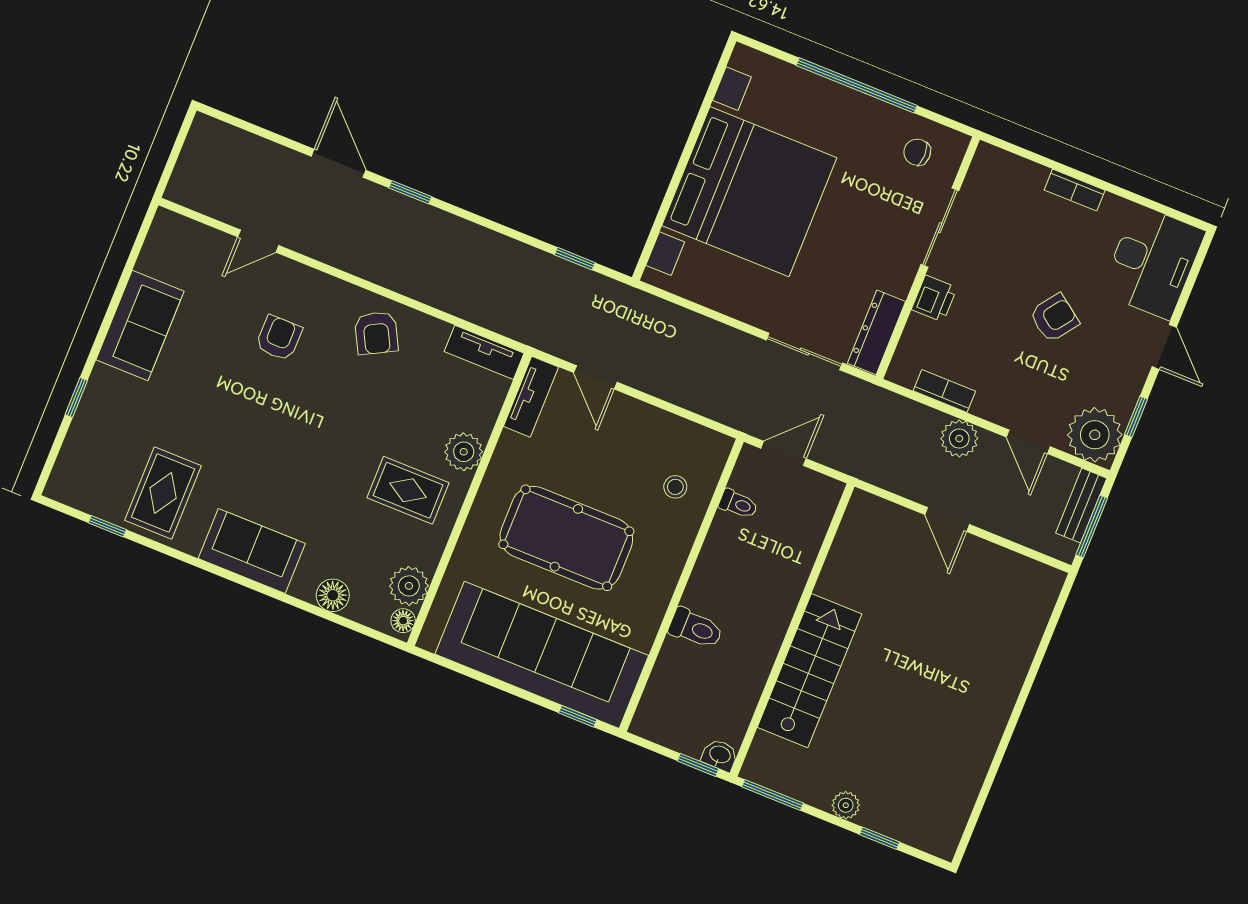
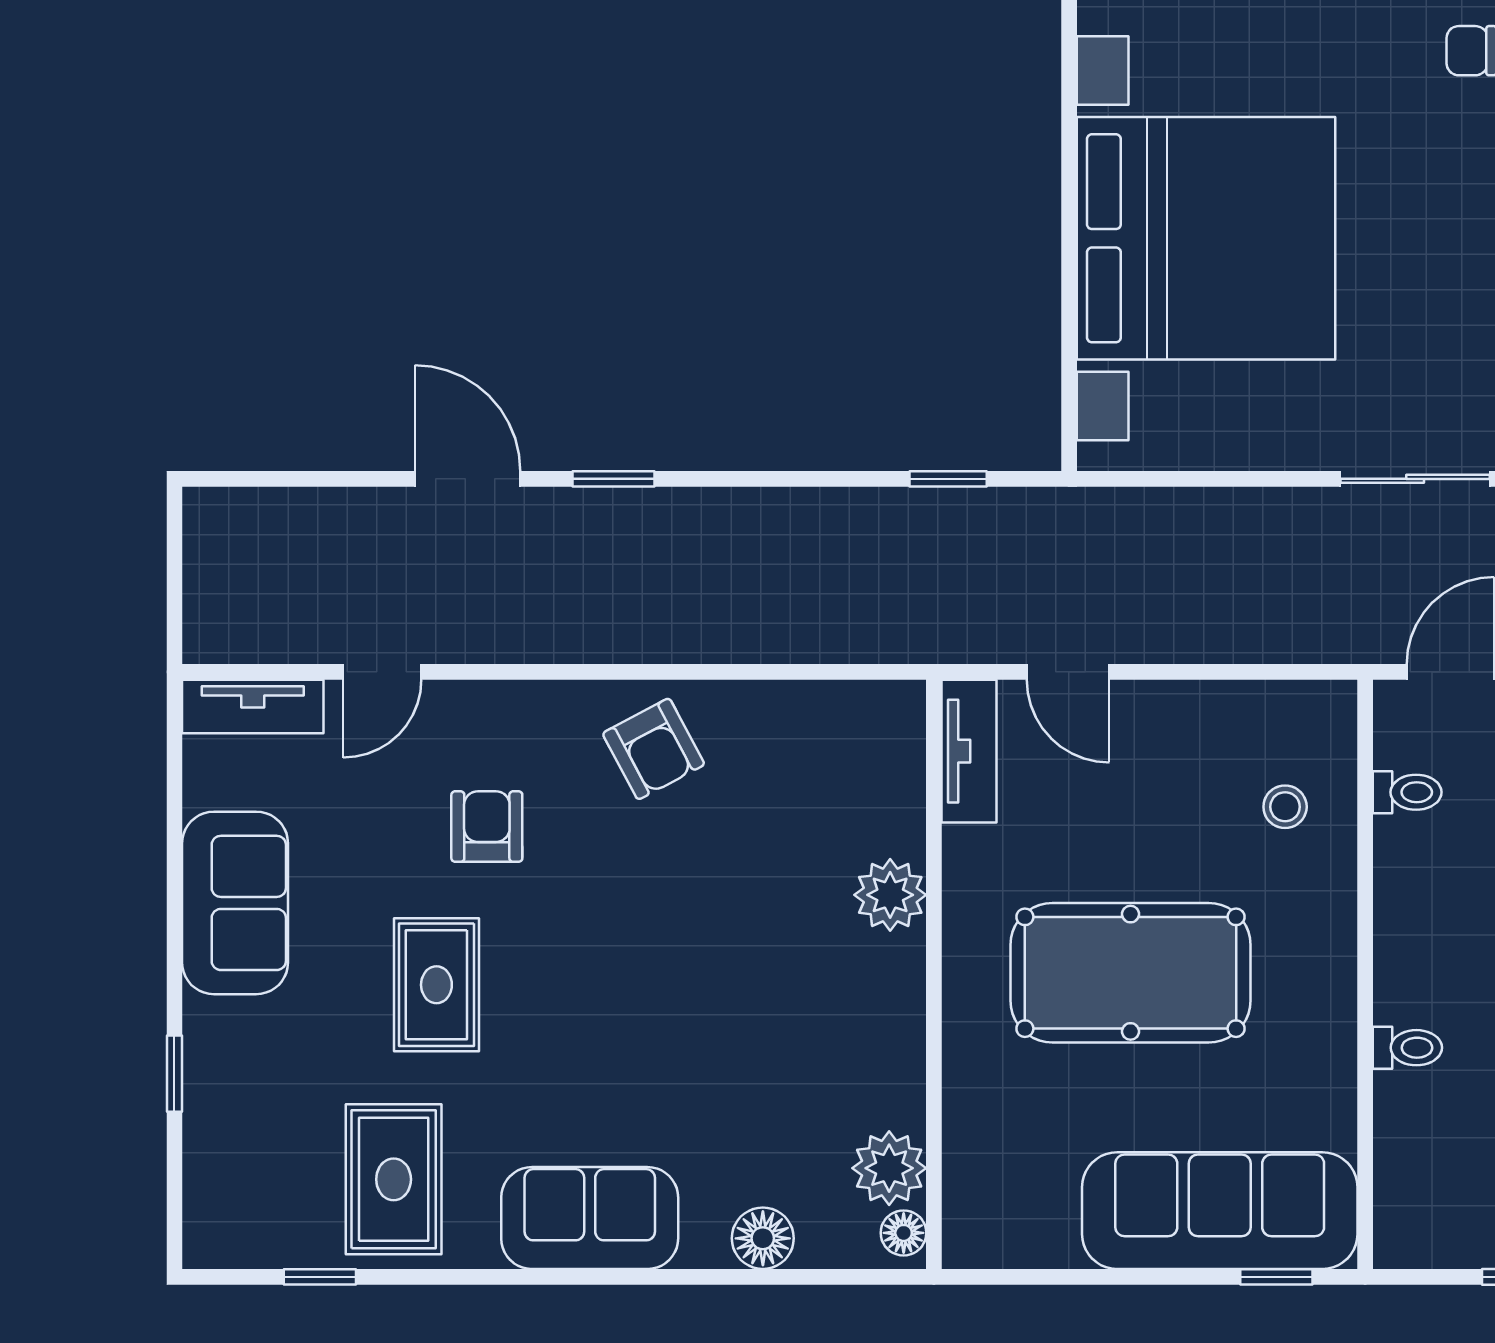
tv unit: (484, 352) -> (253, 707), moved
rug: (408, 490) -> (436, 985), moved, turned 90
toilet: (696, 628) -> (1407, 1048), width x0.73, depth x0.72
sofa: (542, 655) -> (1220, 1211), width x0.74, depth x0.79

